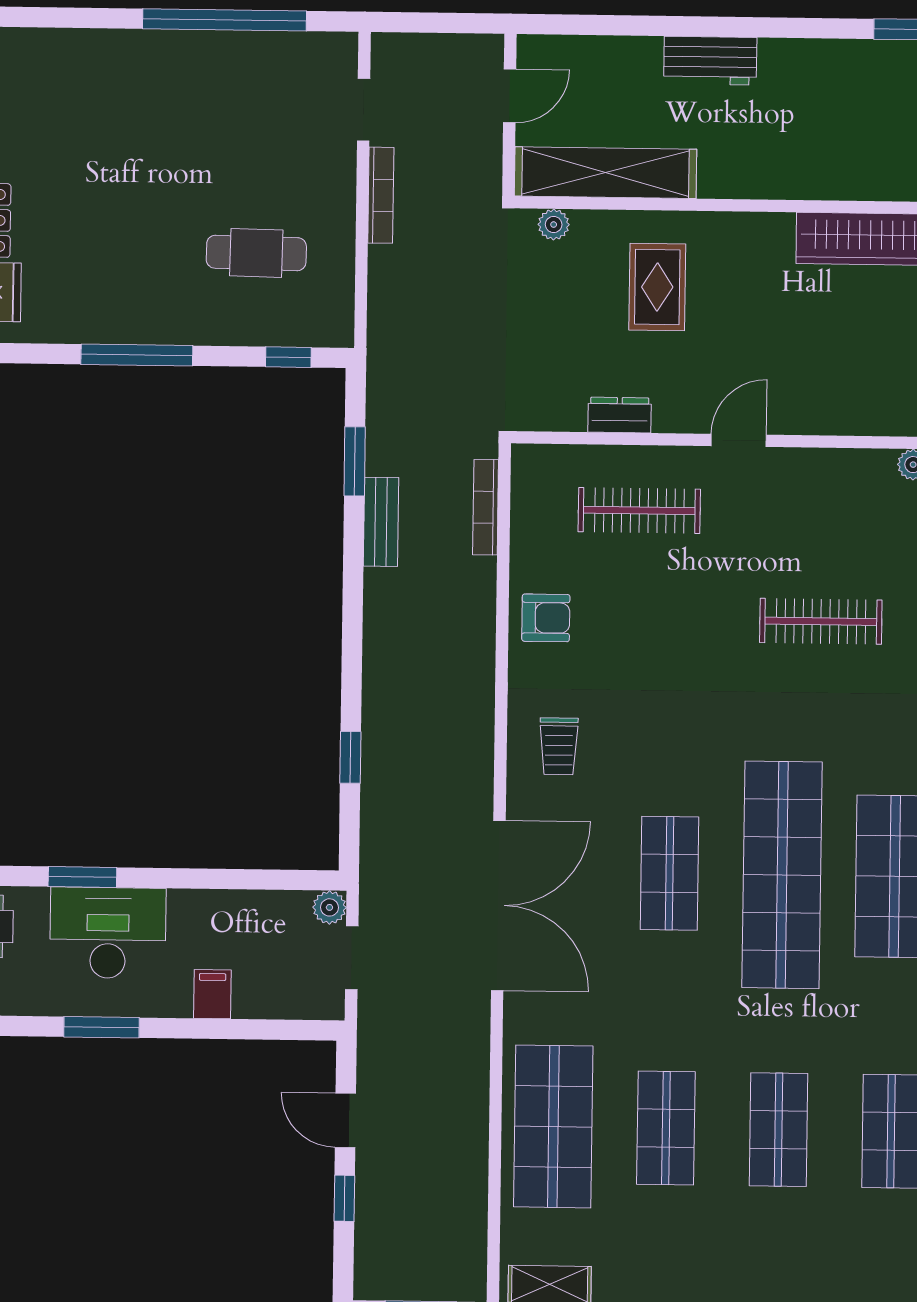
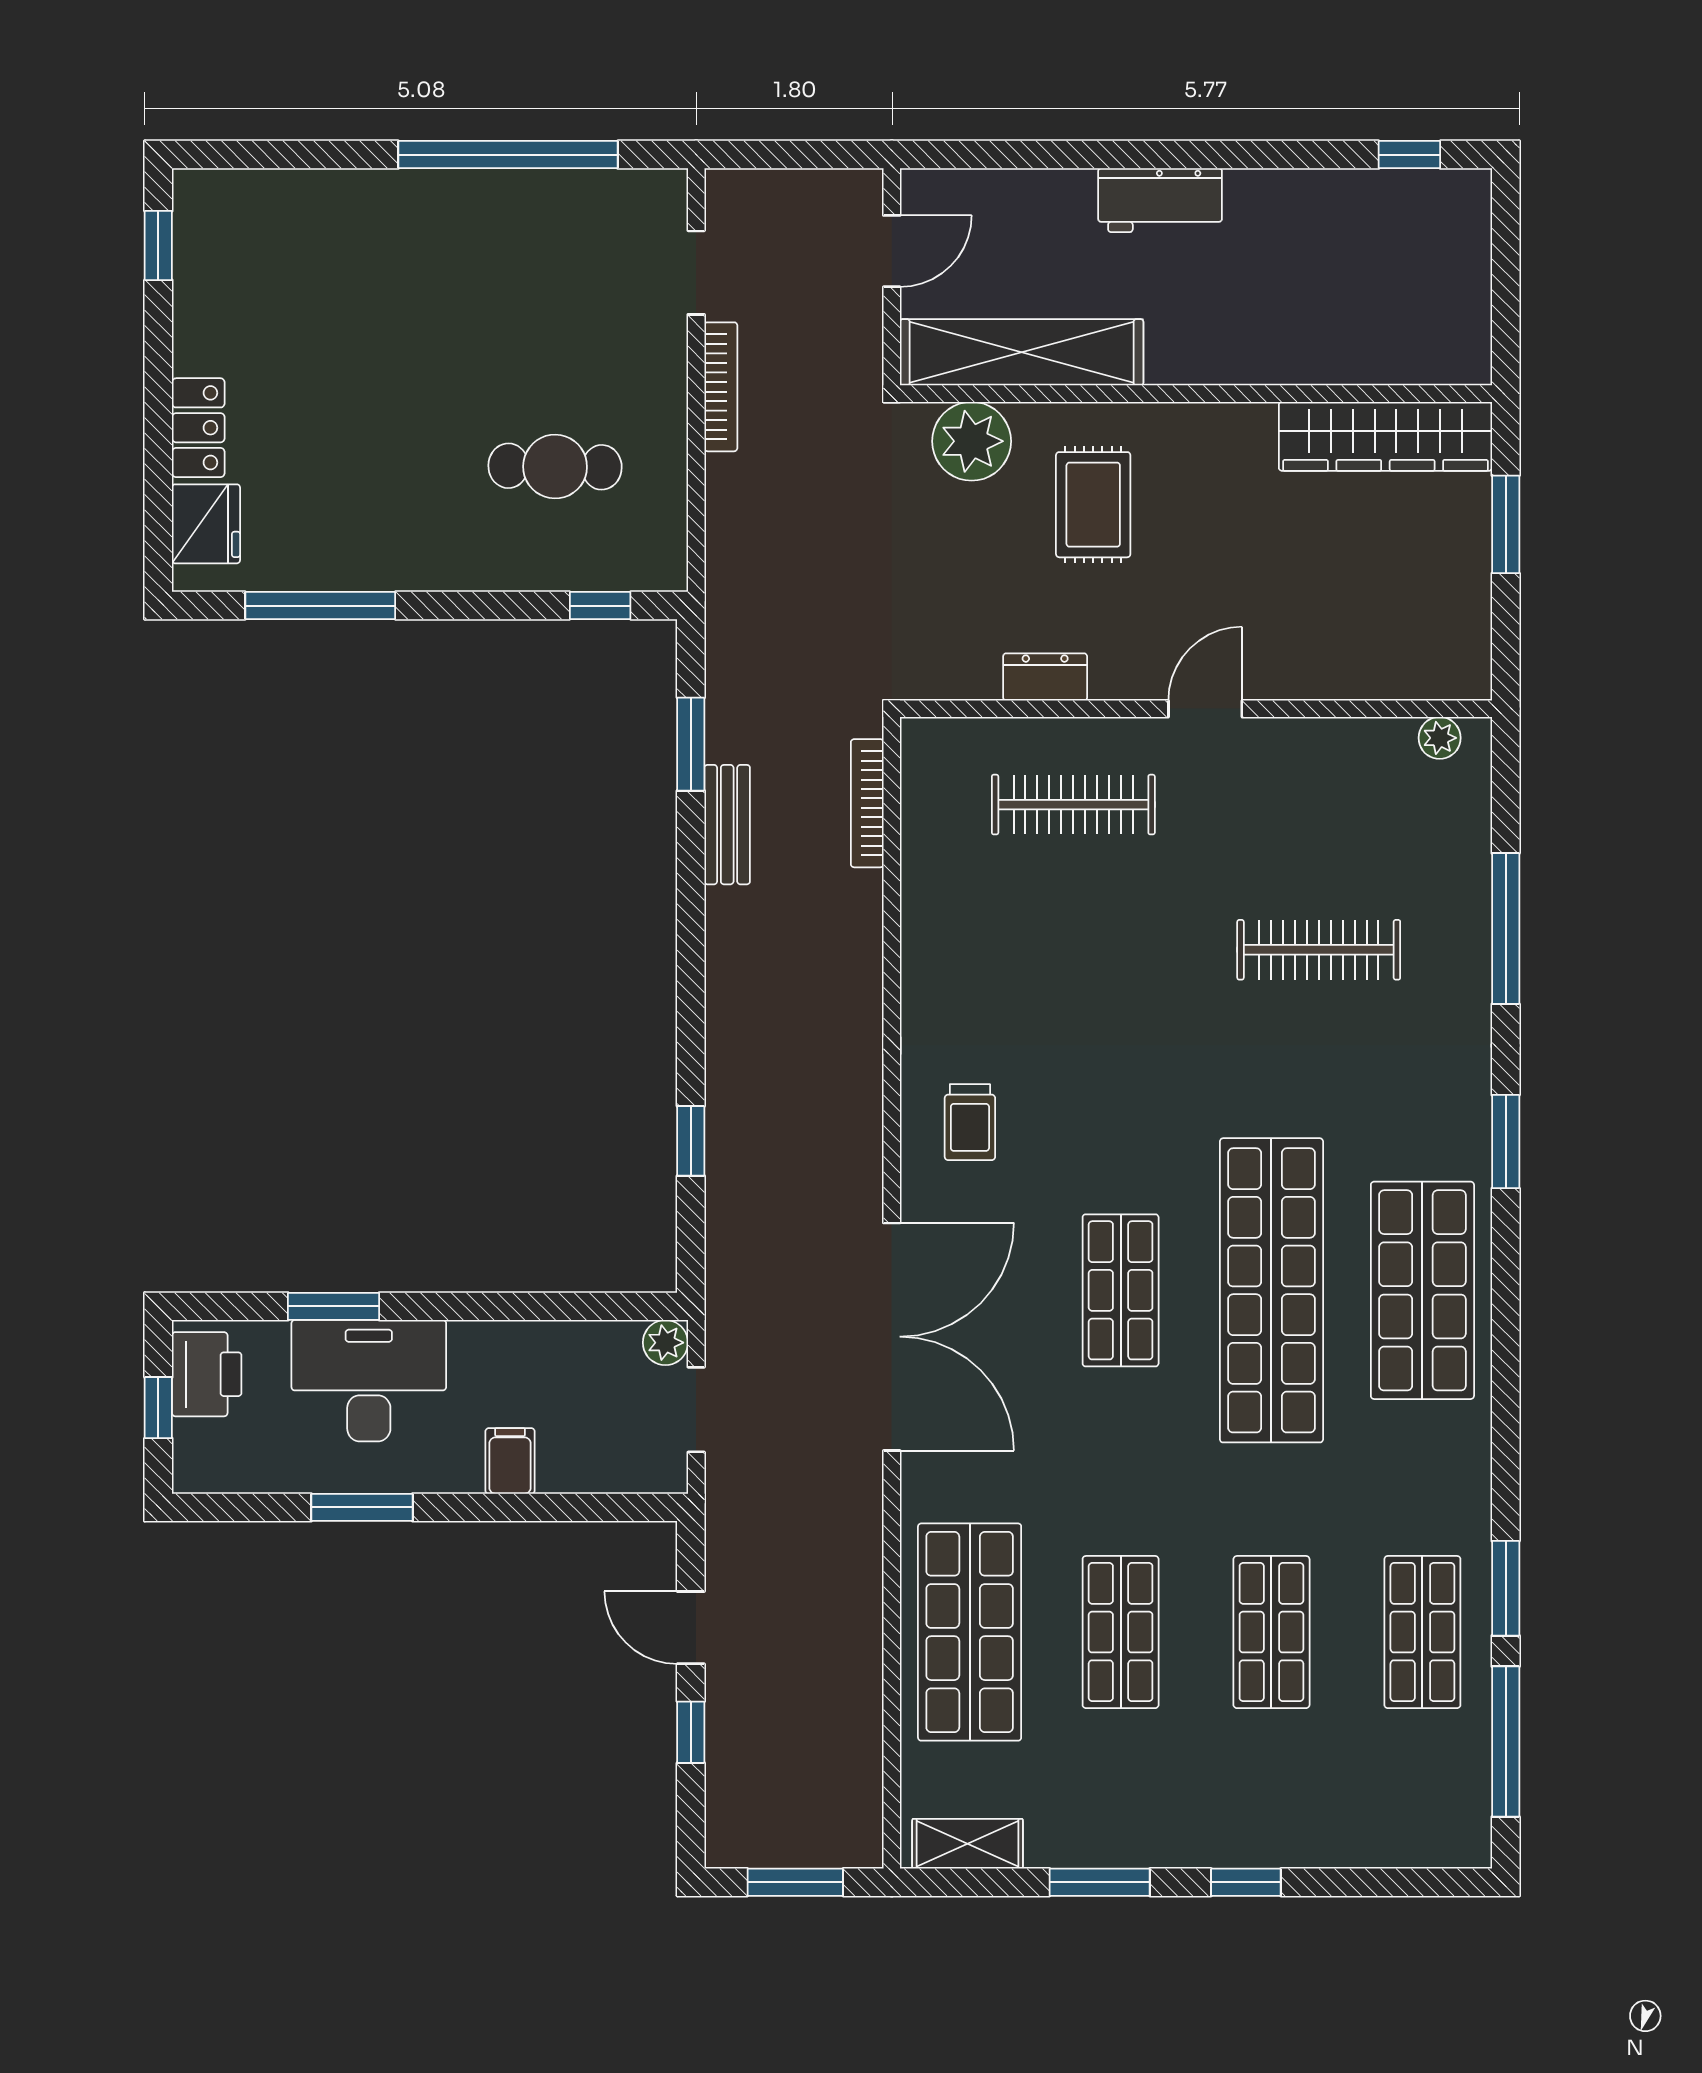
plant: (554, 225) -> (972, 441), width x1.88, depth x1.88
window: (137, 355) -> (320, 606), moved
armchair: (546, 618) -> (950, 950), removed

